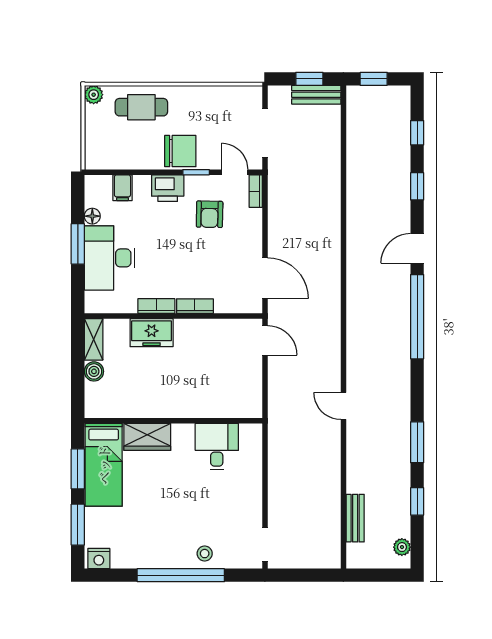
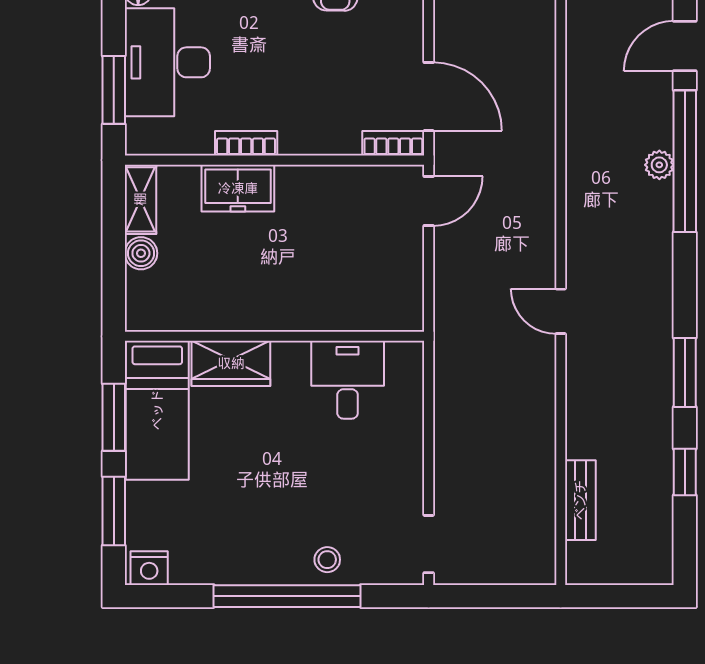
window: (78, 244) -> (114, 90), moved
bookcase: (195, 306) -> (393, 143), moved
door: (265, 340) -> (429, 201), hinge flipped
plant: (402, 547) -> (659, 165), moved

